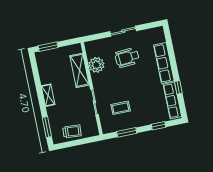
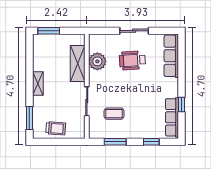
row of seats: (164, 63) -> (171, 56), moved

